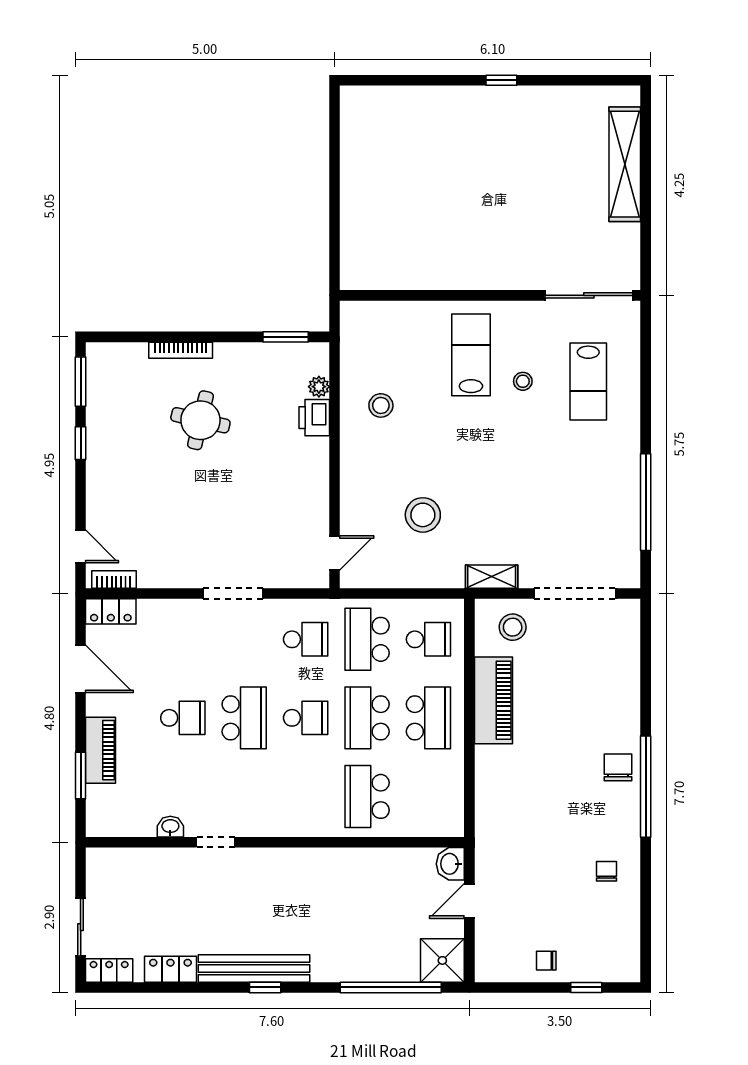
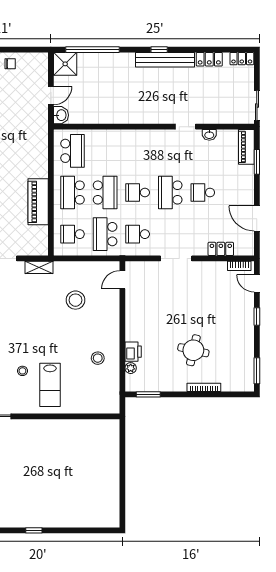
window: (81, 443) -> (257, 317), moved
locker: (111, 611) -> (221, 249), moved
stool: (513, 627) -> (28, 241), removed
school desk: (367, 639) -> (105, 234), turned 180
piano: (100, 750) -> (246, 147), moved
school desk: (367, 796) -> (73, 151), moved
sliding door: (81, 927) -> (257, 106), moved

